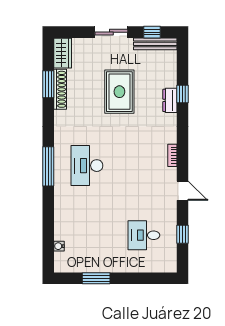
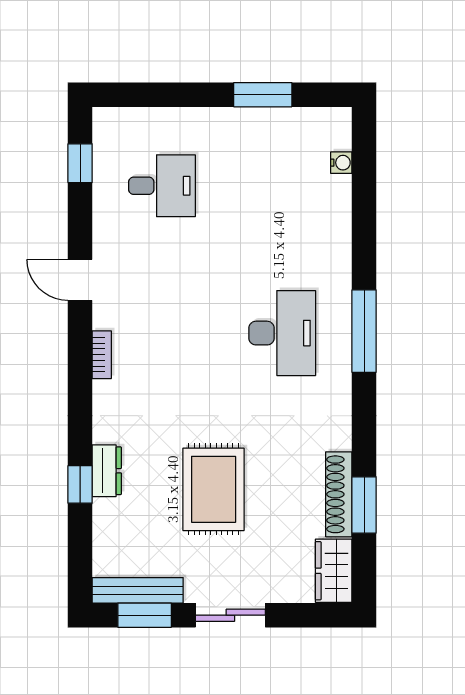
window: (152, 32) -> (145, 615), width x1.50
window: (183, 234) -> (80, 163), moved

